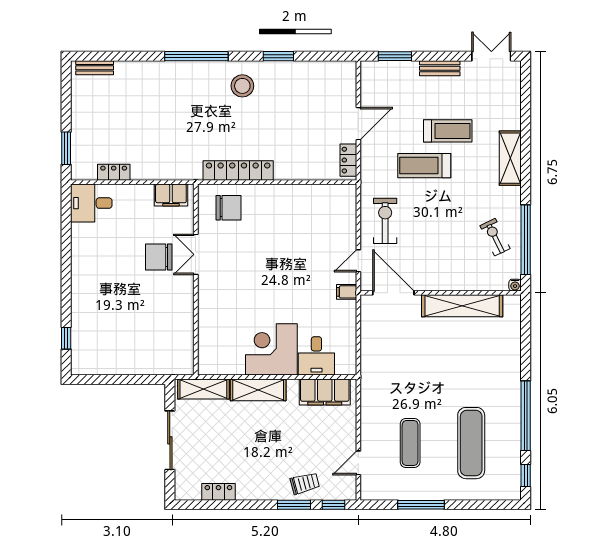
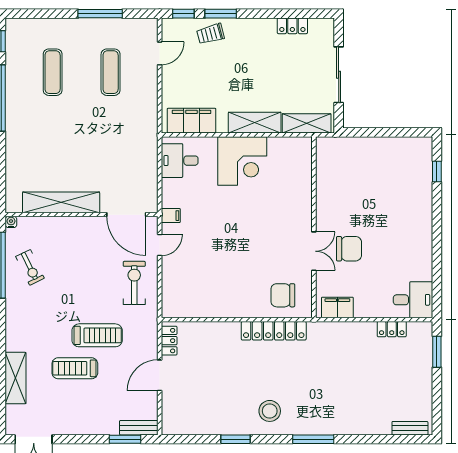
window: (196, 56) -> (313, 439), width x0.68
bench: (440, 68) -> (139, 428), moved
shelving: (510, 158) -> (16, 378), moved
exercise bike: (385, 221) -> (134, 283), turned 180
desk: (316, 356) -> (180, 161), moved, turned -90
exercise mat: (471, 443) -> (53, 72), width x0.73, depth x0.69

